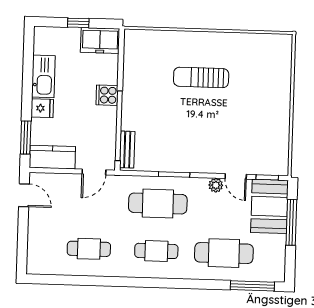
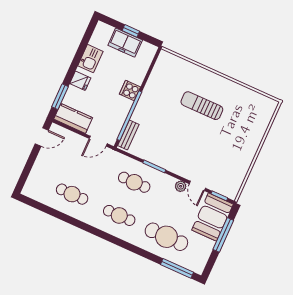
freezer: (100, 41) -> (125, 43), moved
kitchen sink: (43, 76) -> (90, 59), width x0.73
door: (24, 195) -> (42, 137), hinge flipped
cafe table: (158, 203) -> (134, 182), width x0.73, depth x0.74

